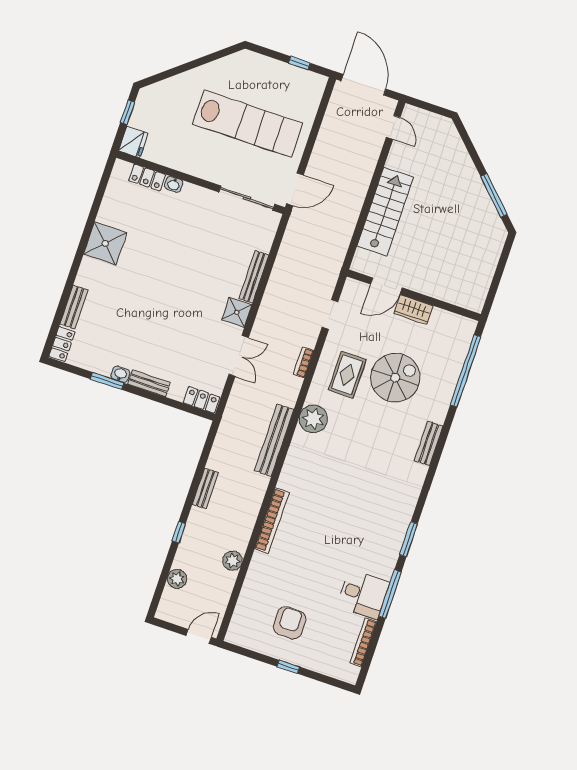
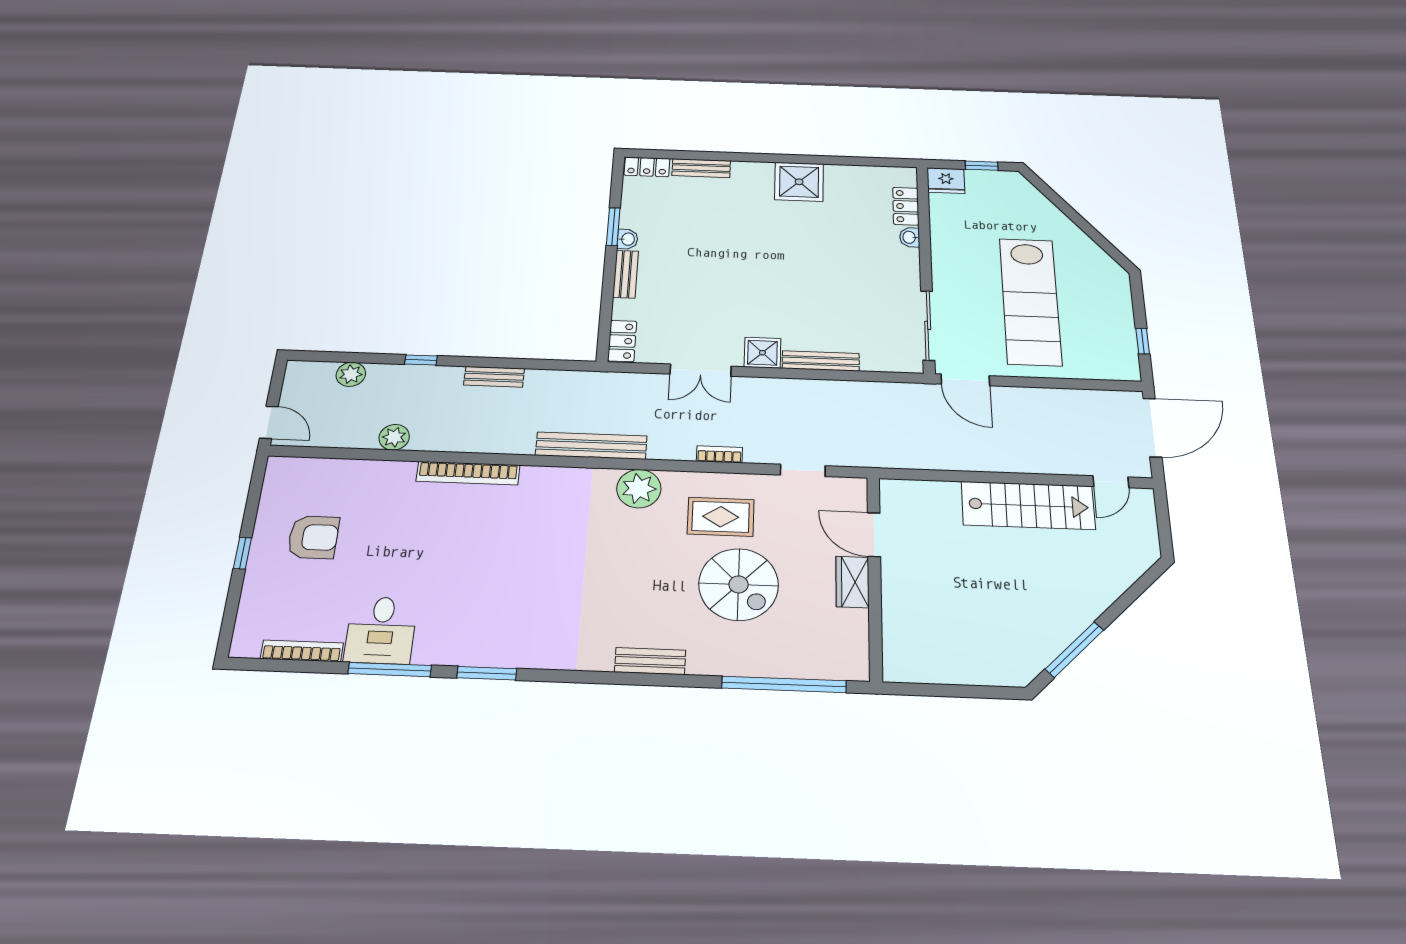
stairs: (385, 212) -> (1028, 505), moved

